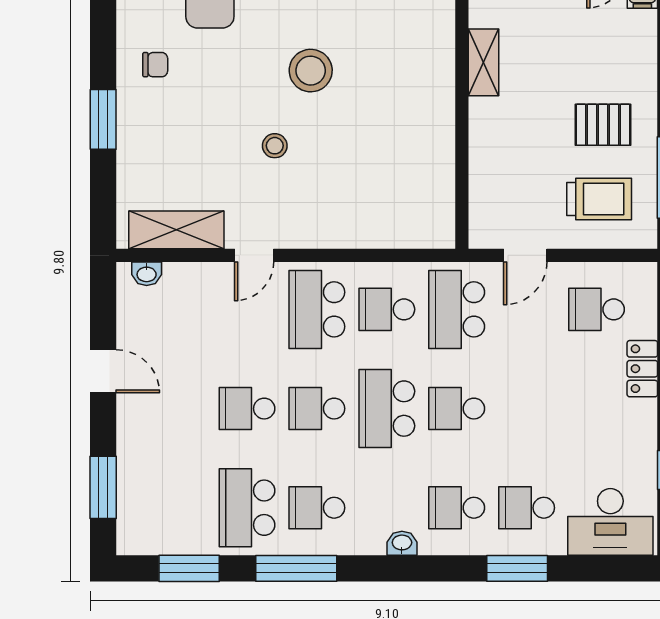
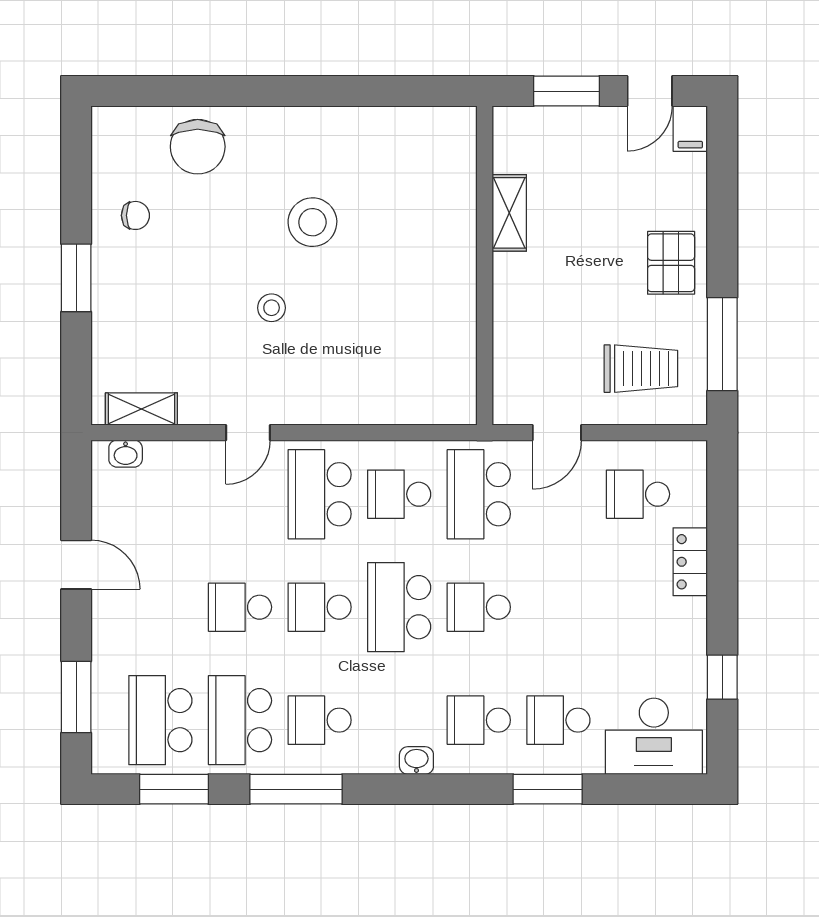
pallet: (603, 125) -> (671, 263), moved, turned 90
shelving: (176, 230) -> (141, 409), width x0.67, depth x0.75
school desk: (177, 508) -> (160, 720), added

